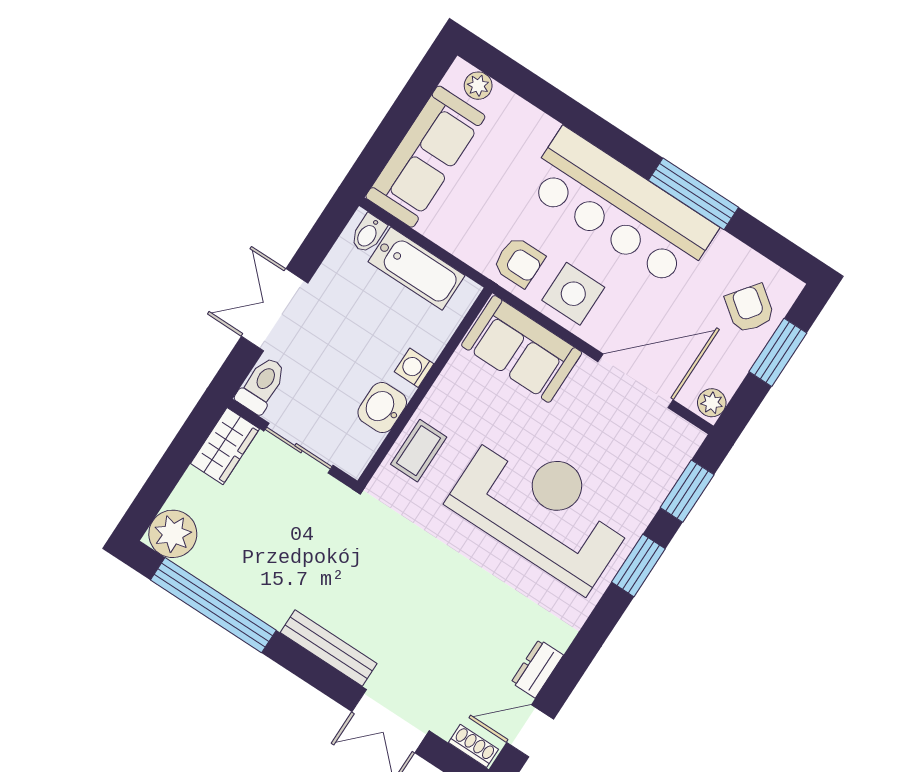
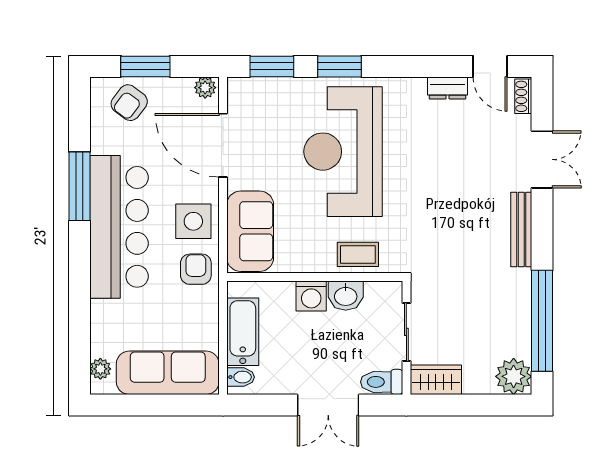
washing machine: (414, 368) -> (311, 296), width x1.38, depth x1.38

